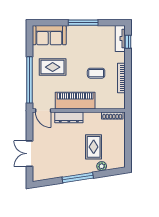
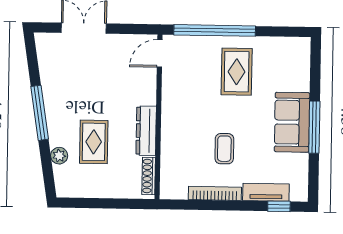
sofa: (49, 35) -> (292, 122), moved
tv unit: (120, 39) -> (266, 192), moved
piano: (75, 101) -> (176, 111), removed
dresser: (69, 117) -> (146, 131), moved
rug: (94, 147) -> (94, 142), turned 90

